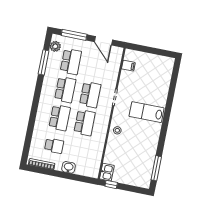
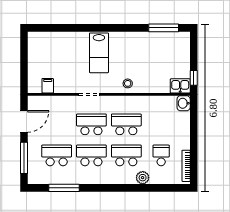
plant: (55, 46) -> (143, 178), moved
washbasin: (69, 167) -> (184, 103), moved

